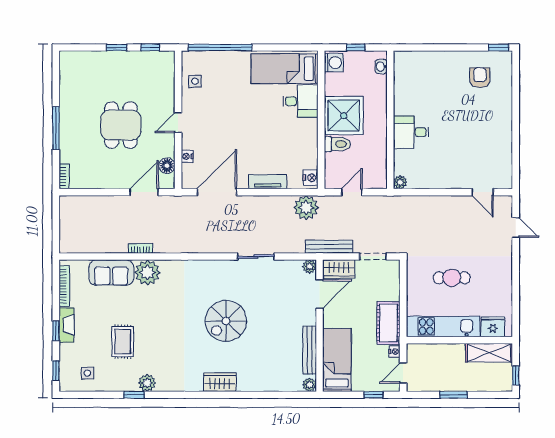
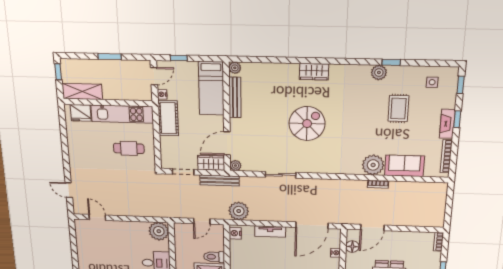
plant: (400, 182) -> (159, 231), width x1.87, depth x1.87
cafe table: (452, 278) -> (129, 148), moved

